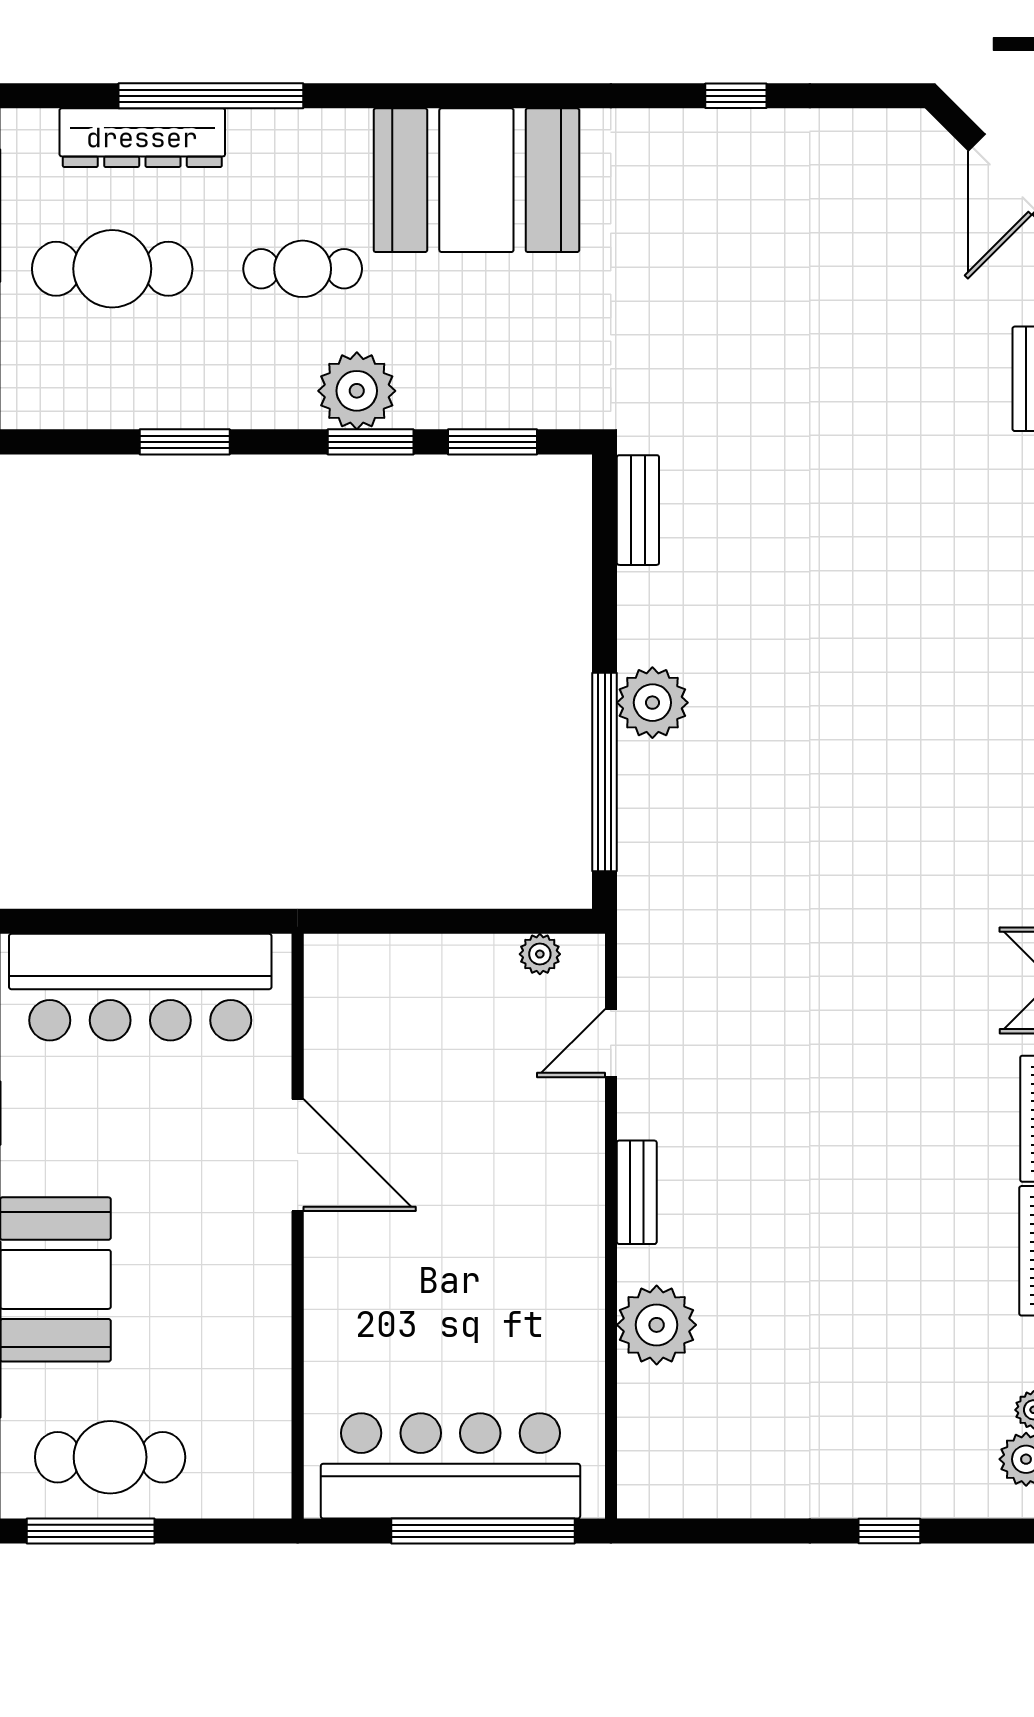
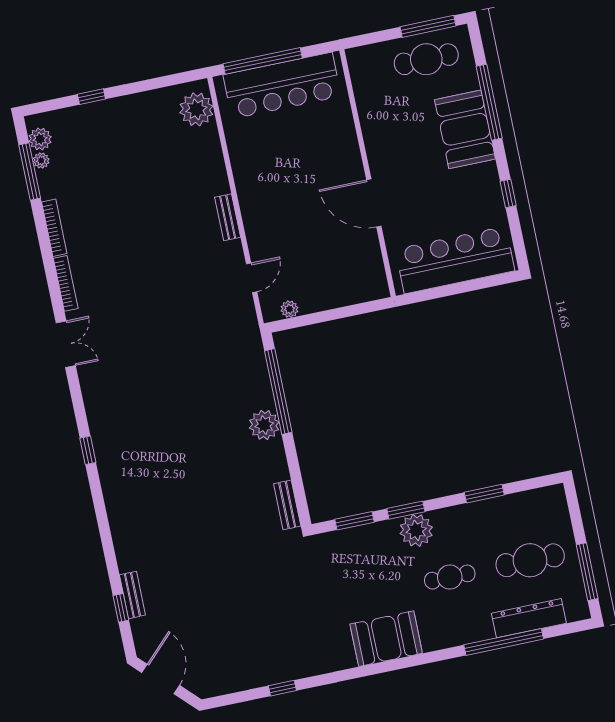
booth: (476, 180) -> (386, 639), width x0.73, depth x0.70
plant: (657, 1325) -> (196, 109), moved

